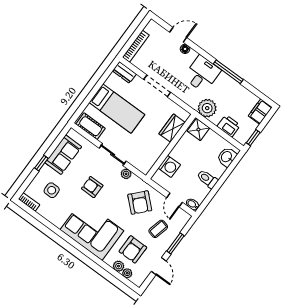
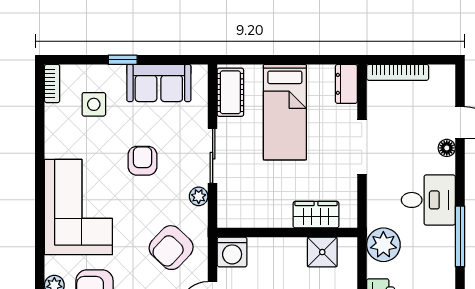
shower: (198, 130) -> (322, 252), moved
washing machine: (169, 166) -> (232, 252), moved

